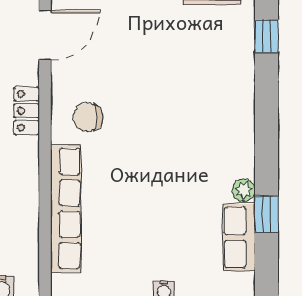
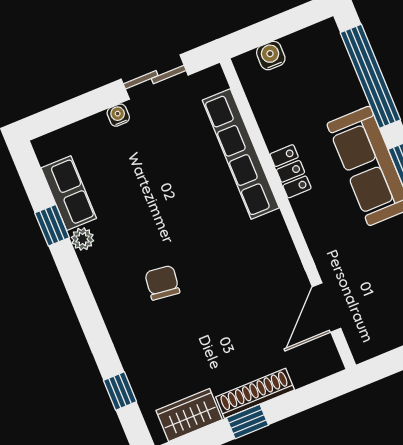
locker: (27, 111) -> (291, 171), moved
chair: (88, 117) -> (162, 283), moved, turned -83

